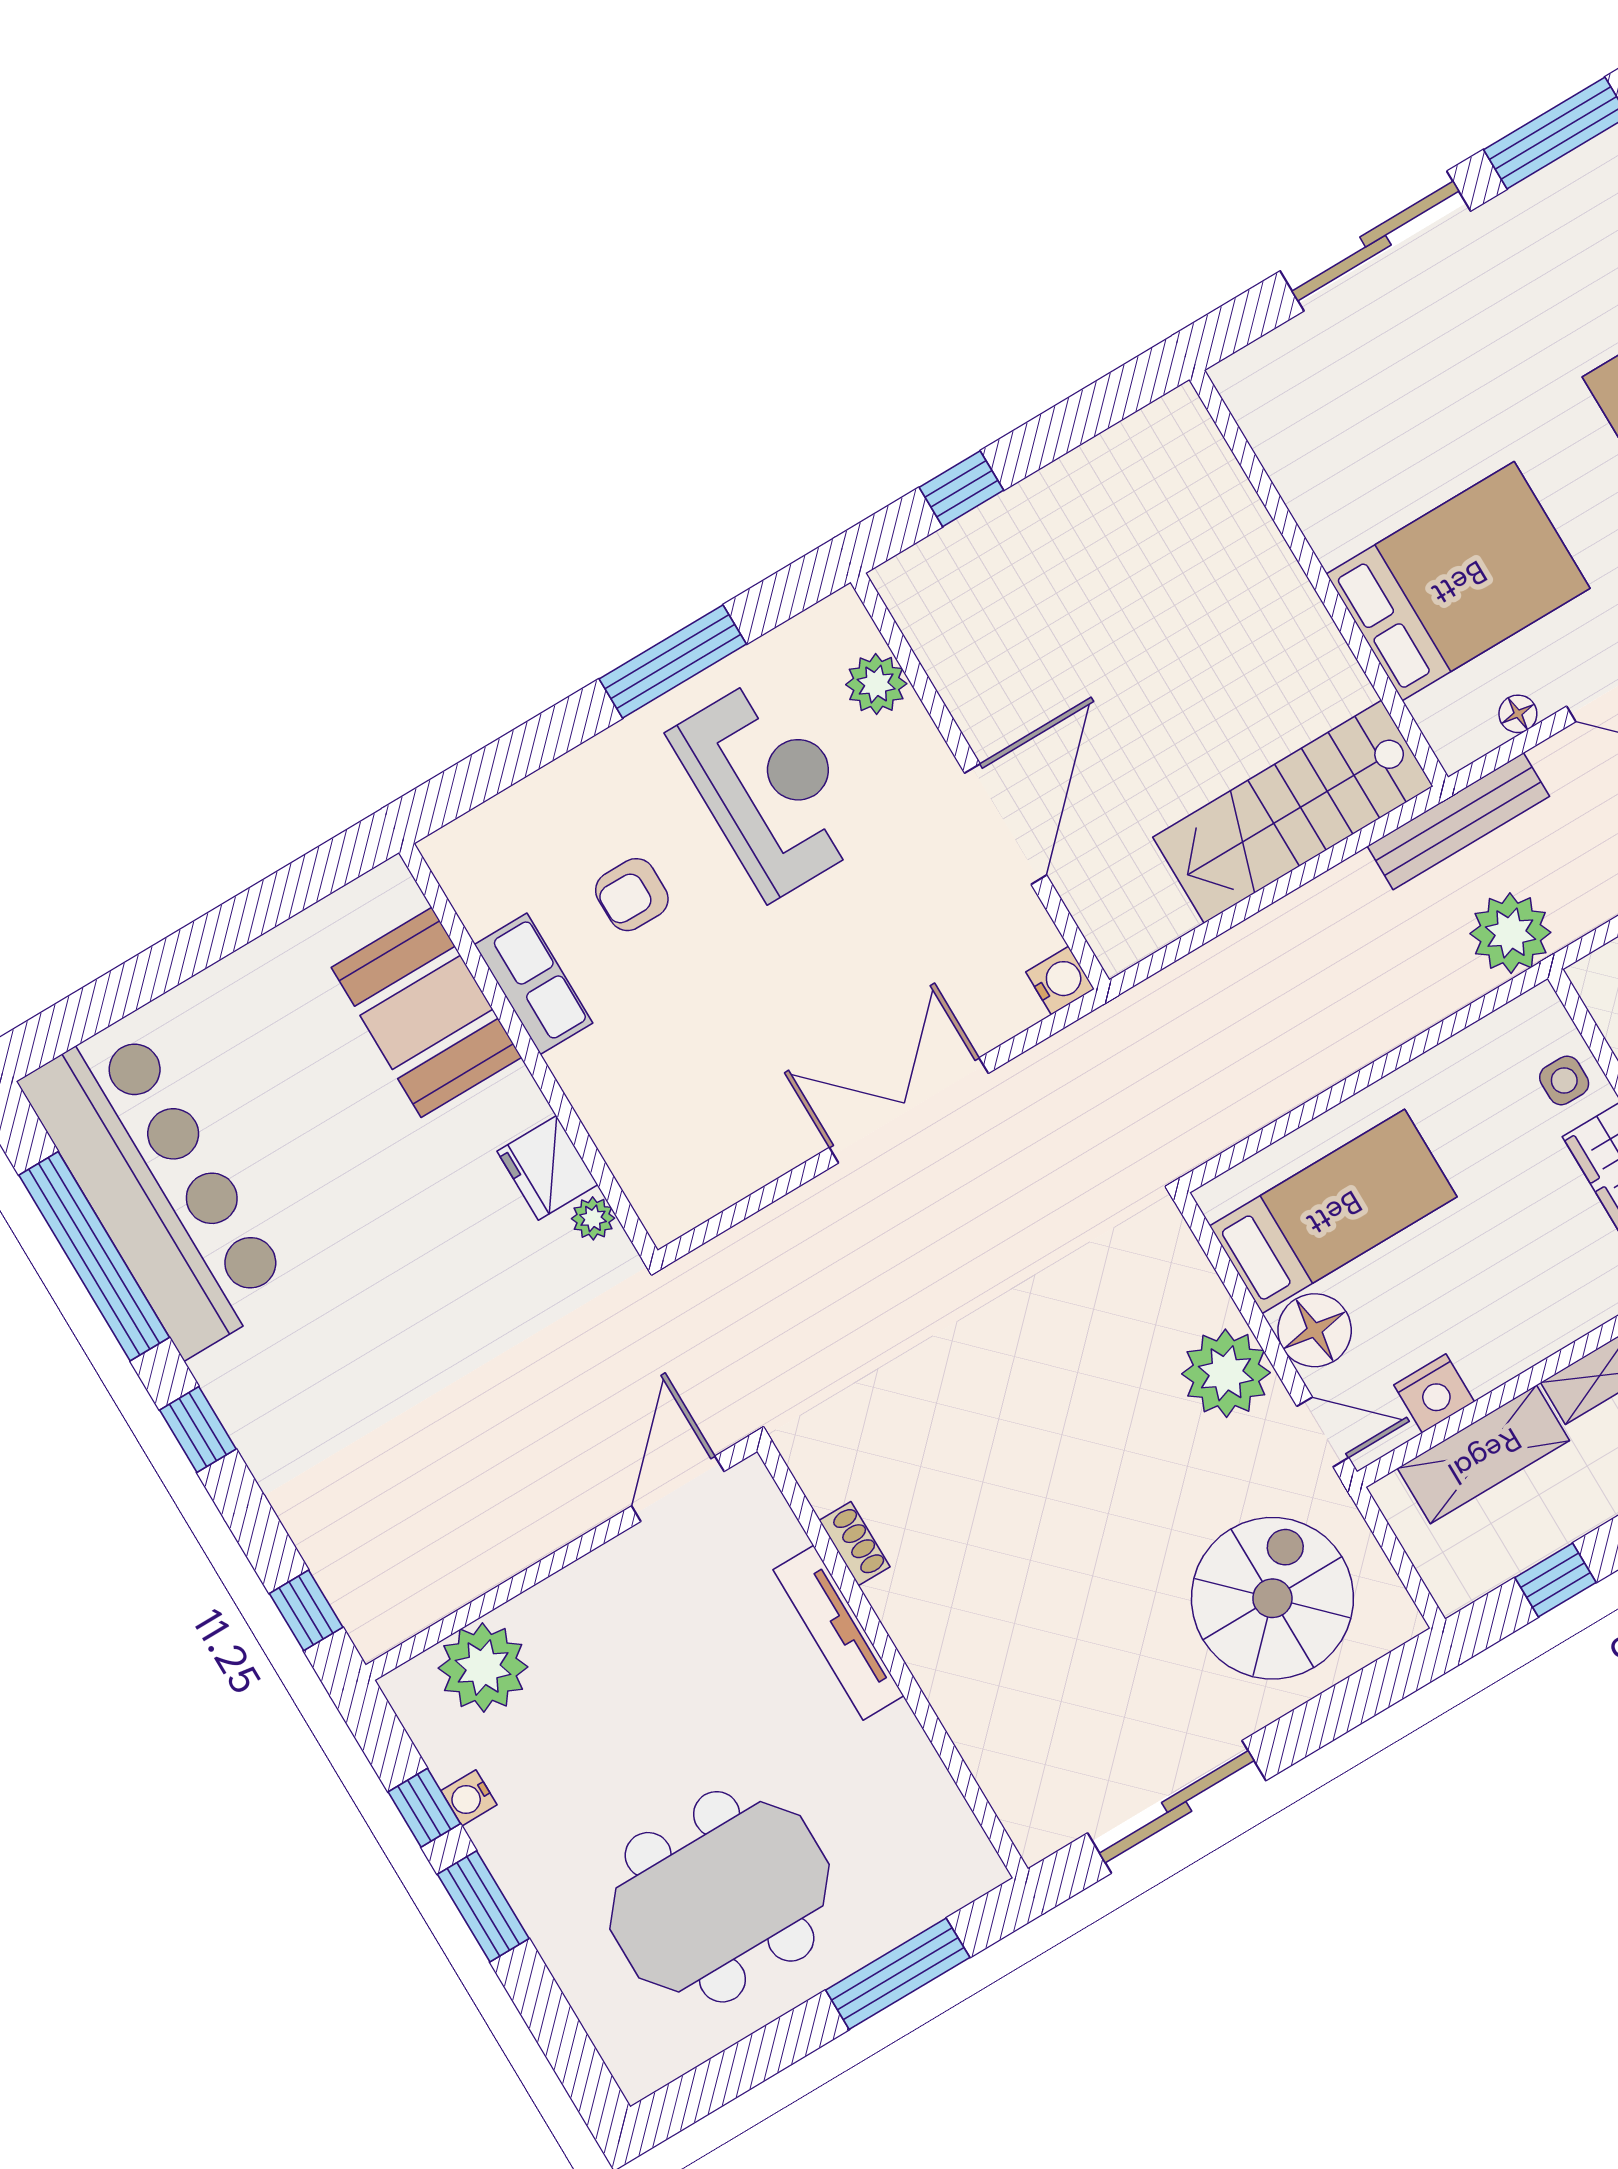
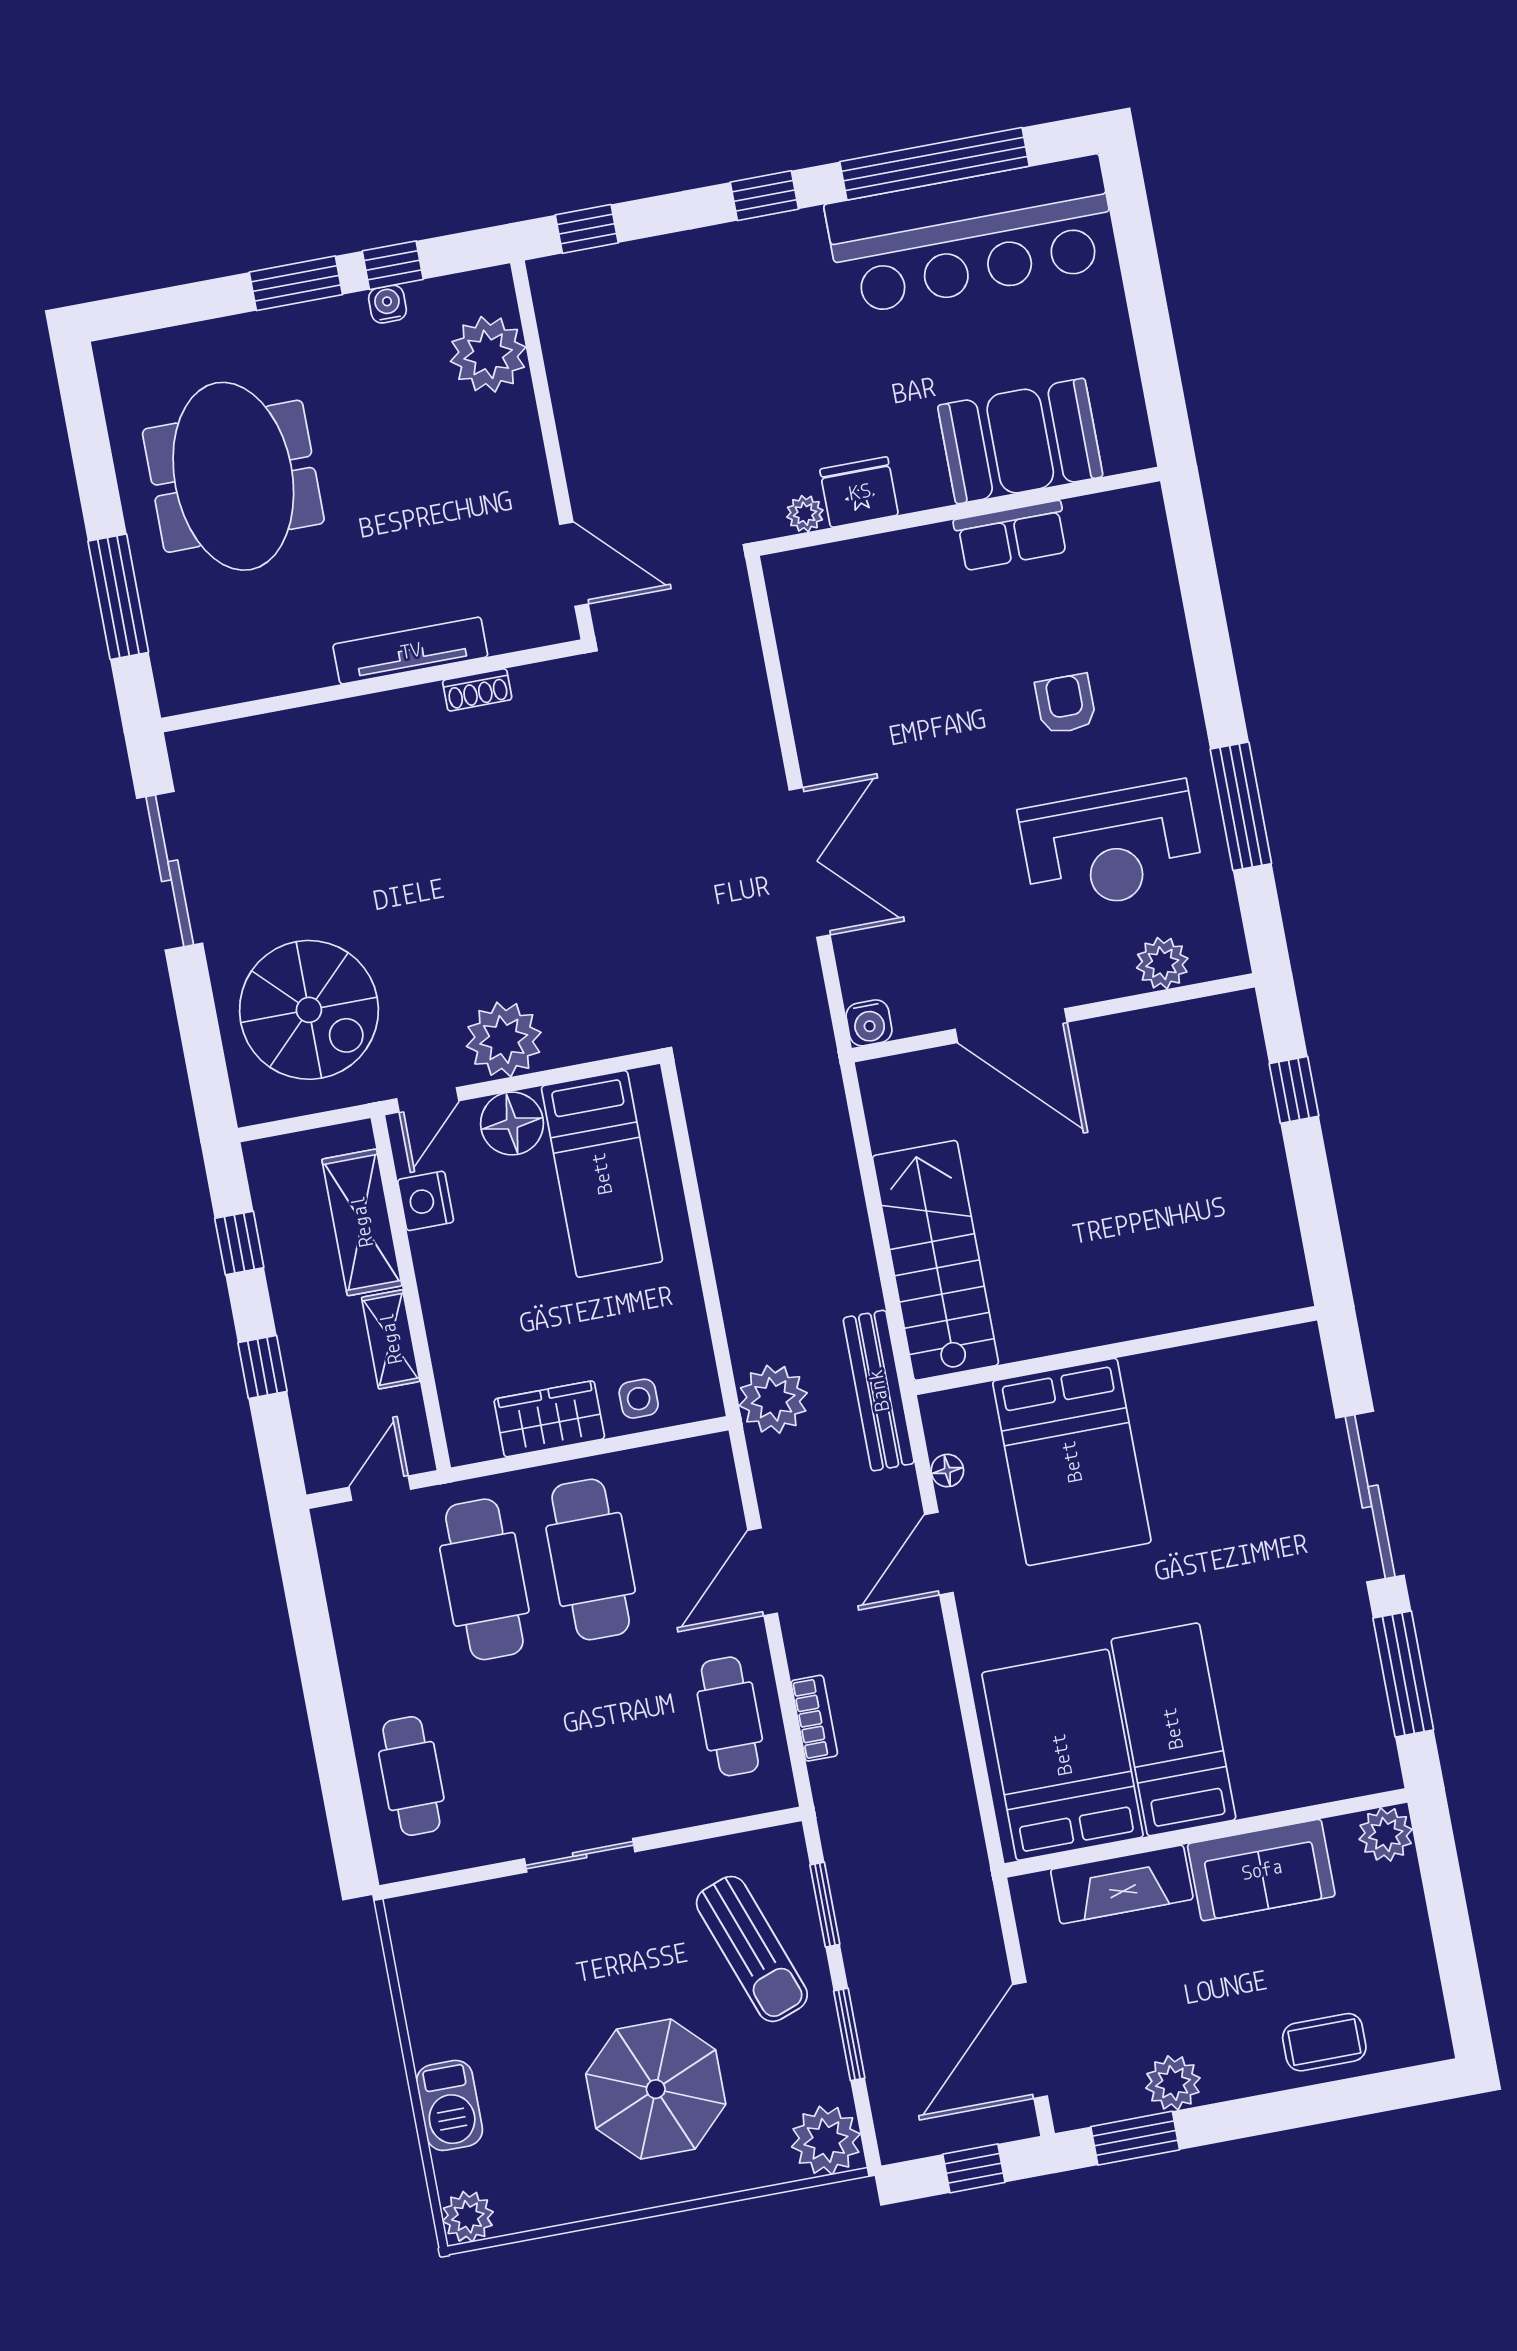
row of seats: (534, 984) -> (1011, 536), moved
booth: (426, 1012) -> (1020, 441), moved
wall: (528, 1051) -> (959, 511), moved
fridge: (548, 1168) -> (859, 492), moved
plant: (593, 1218) -> (805, 514), moved

